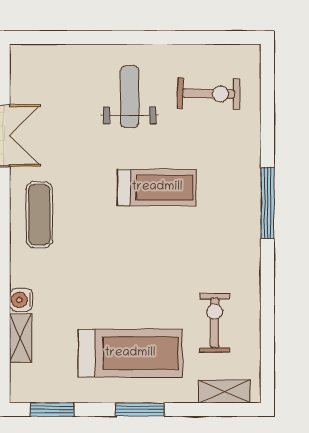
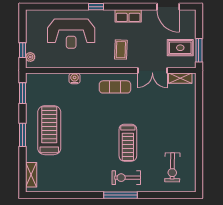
weight bench: (130, 97) -> (171, 130), removed
exercise bike: (215, 323) -> (126, 178), moved, turned 180
shelving: (21, 338) -> (180, 78), moved
treadmill: (130, 353) -> (49, 130), turned 180

